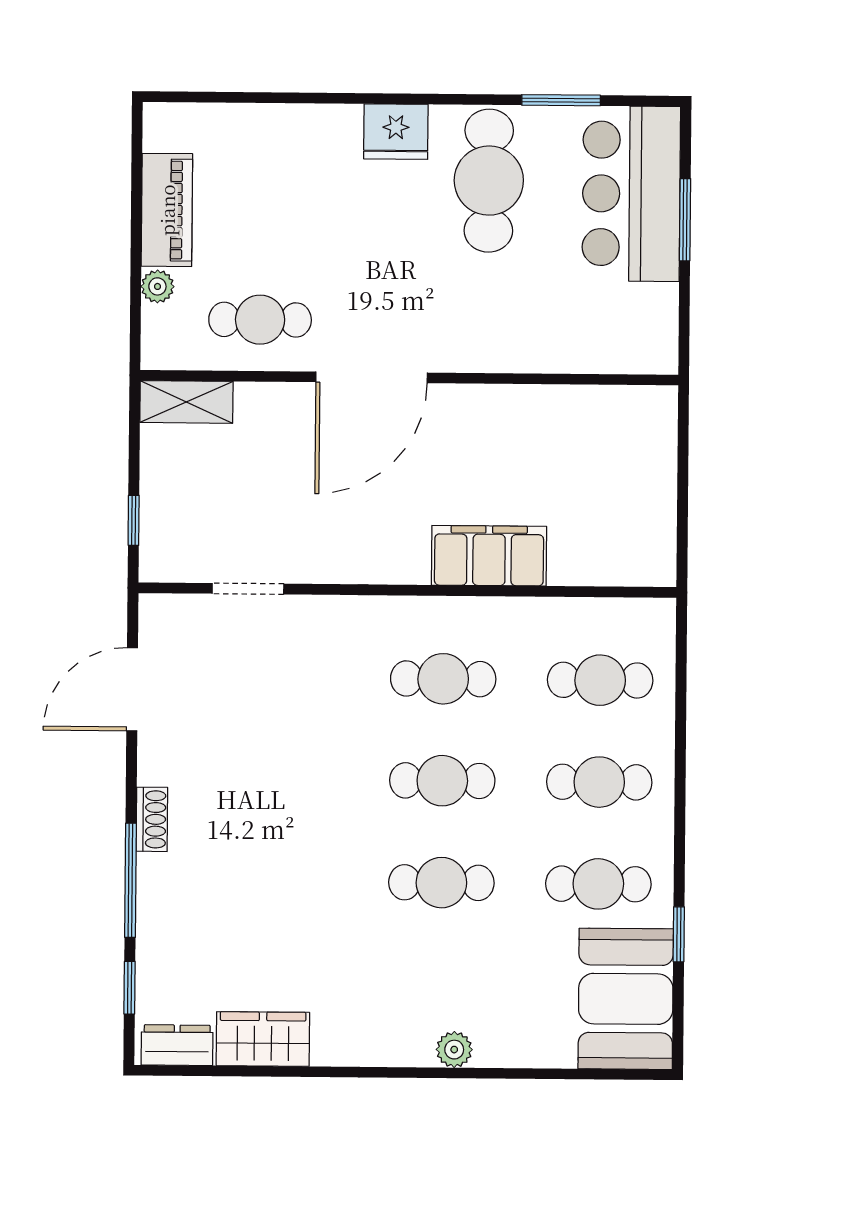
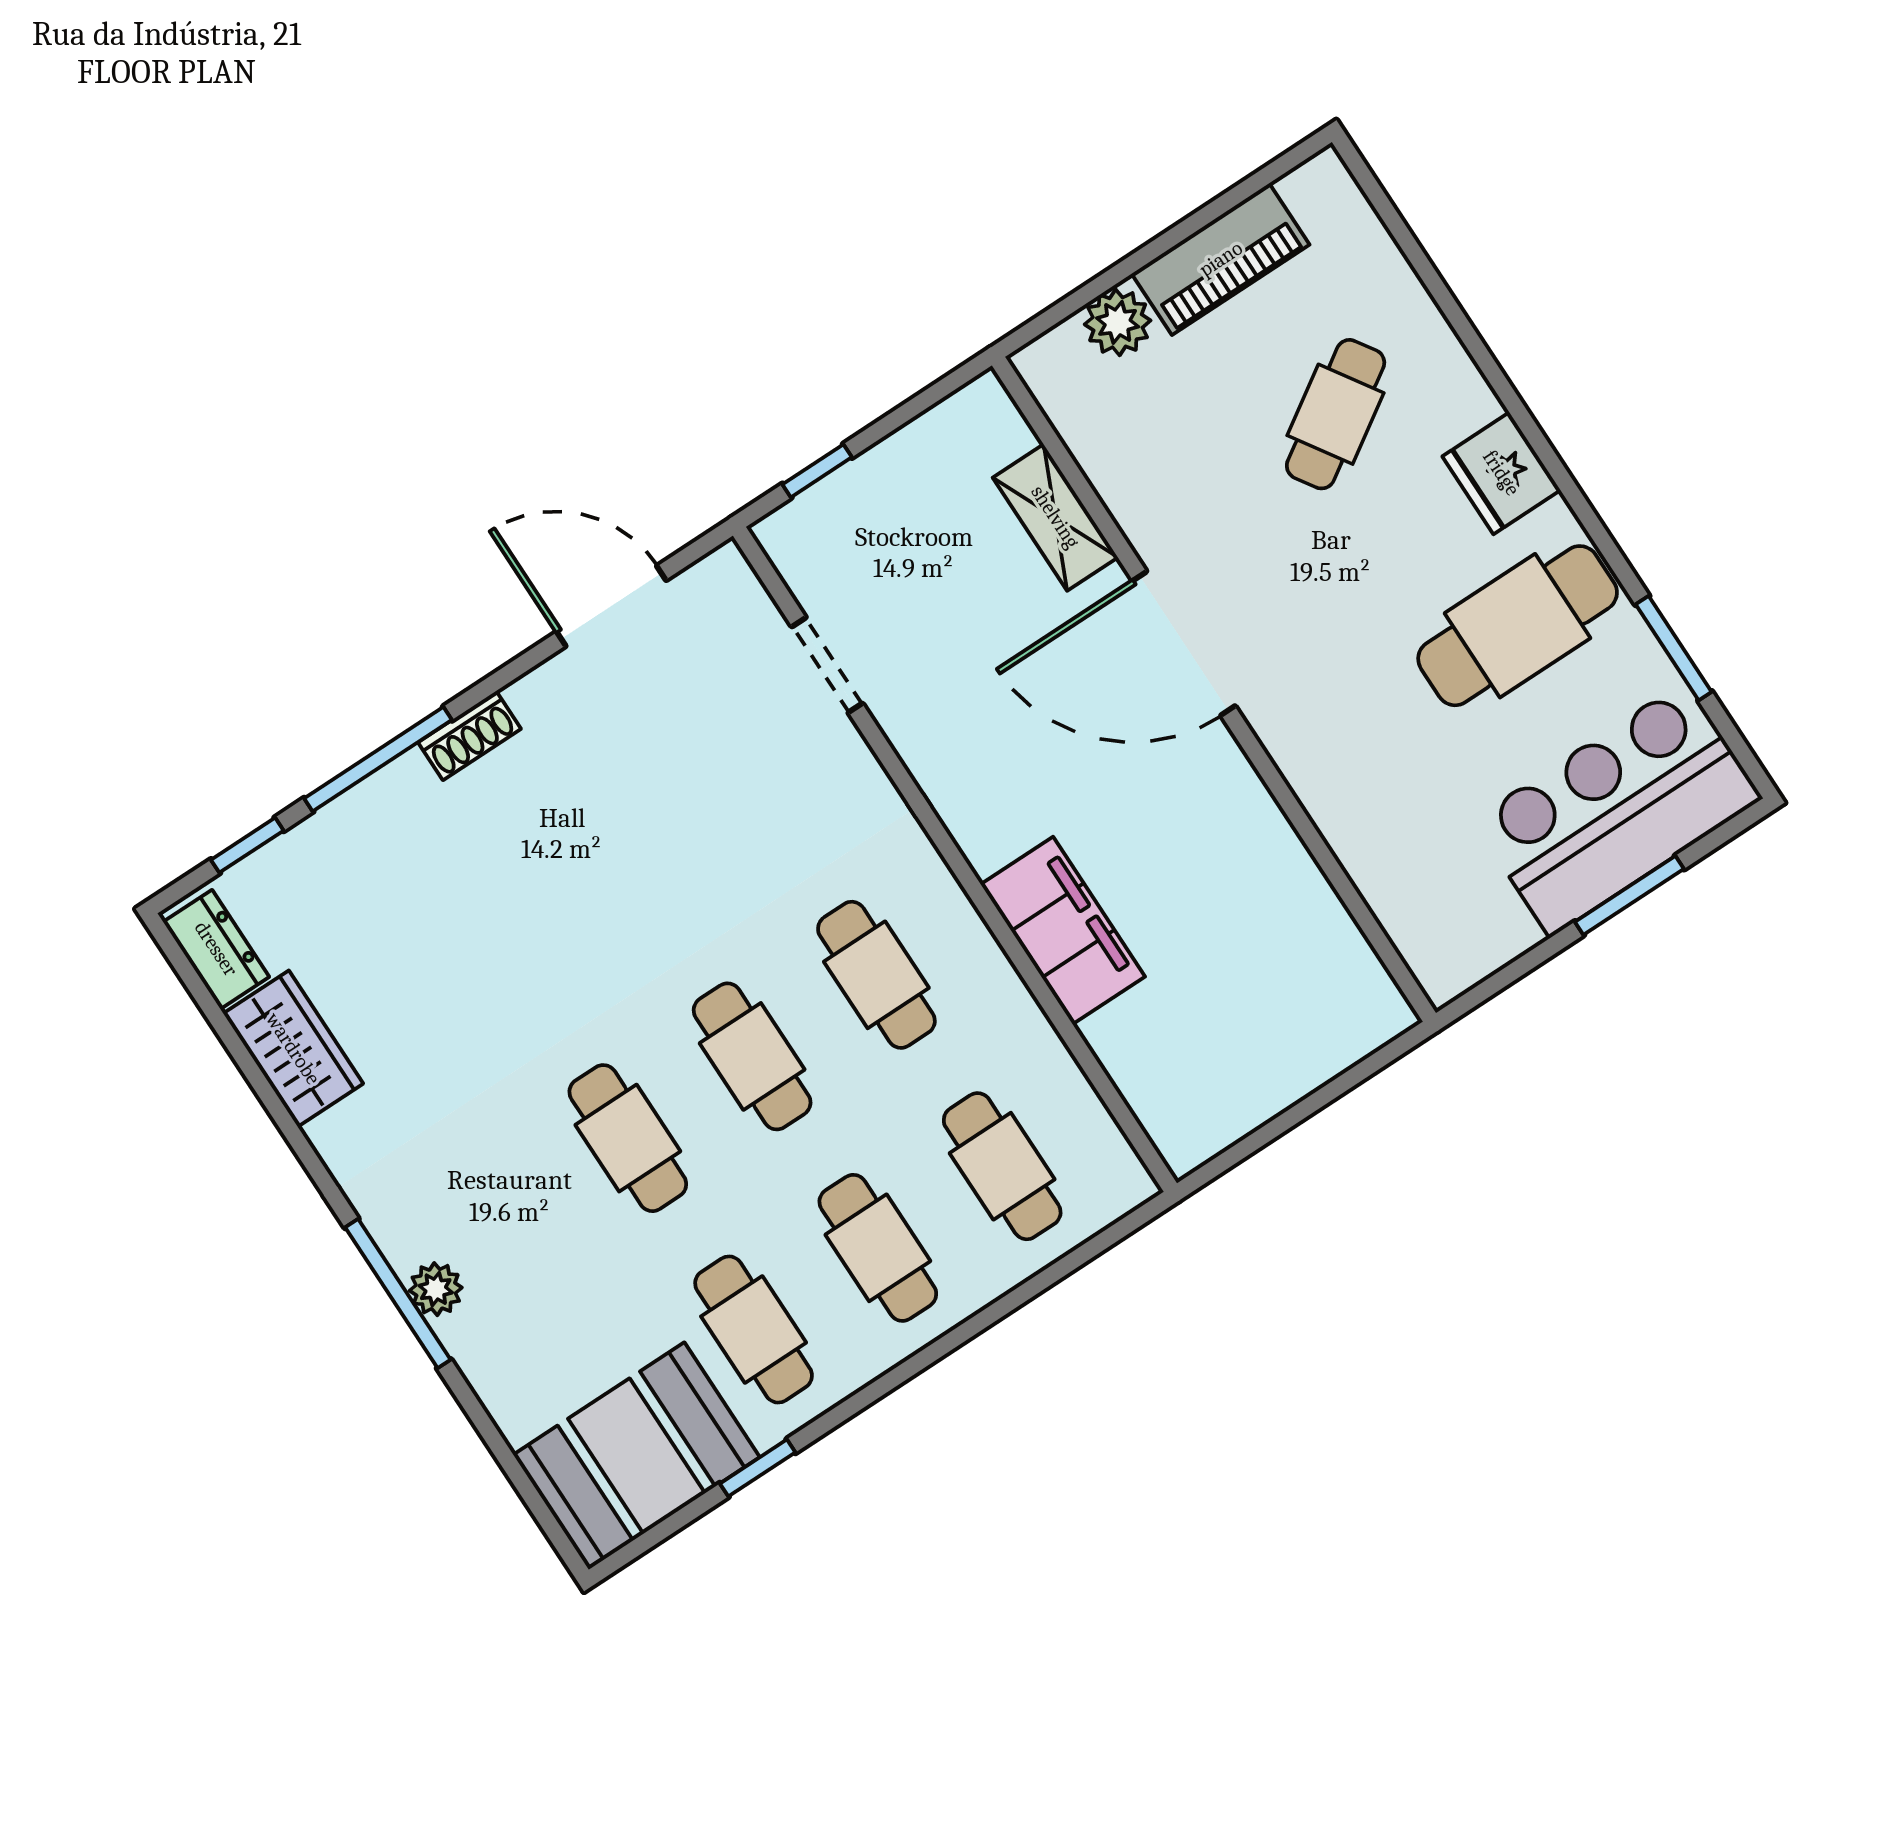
plant: (157, 286) -> (1118, 322), width x1.38, depth x1.38
cafe table: (260, 320) -> (1336, 414), moved, turned 57
shelving: (186, 402) -> (1055, 517), moved
window: (442, 1073) -> (398, 1294), added

